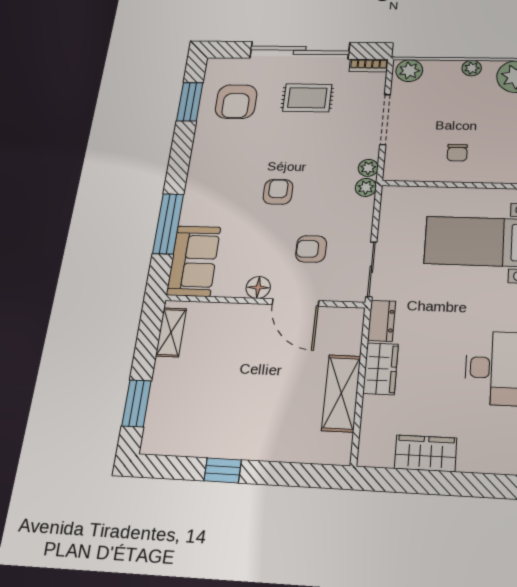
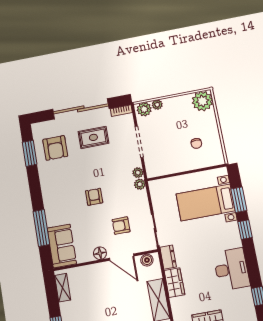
plant: (472, 68) -> (157, 105), moved
chair: (457, 153) -> (196, 143), moved
boiler: (341, 318) -> (147, 260), added

